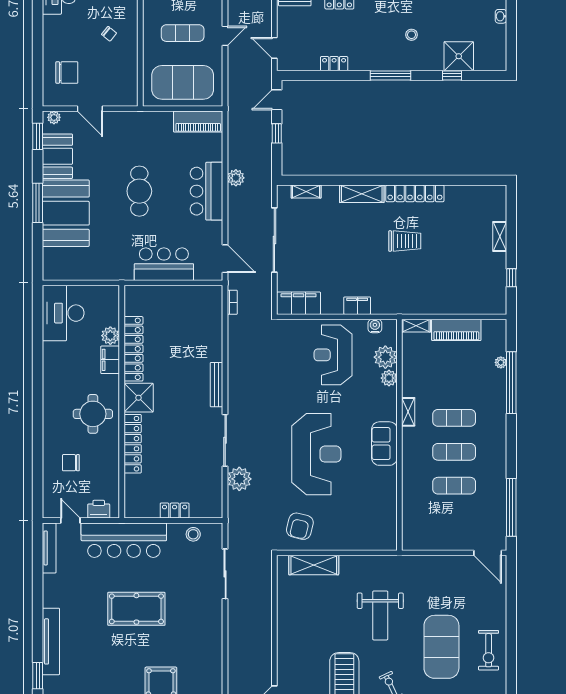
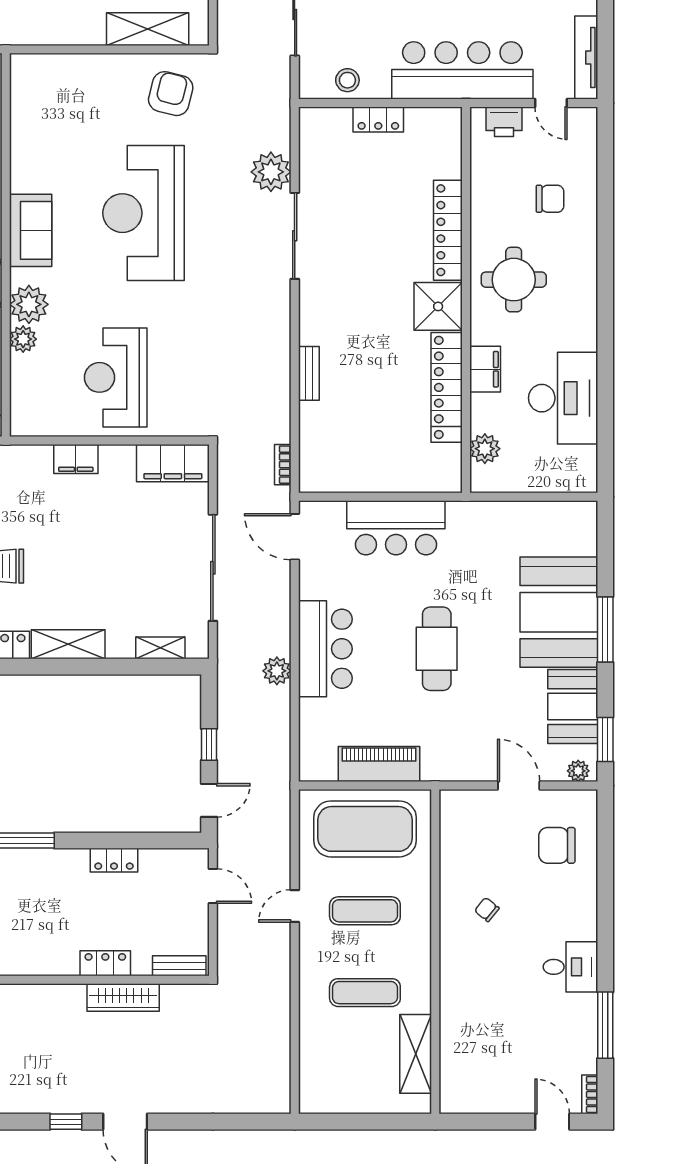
piano: (198, 122) -> (379, 764), moved
desk: (63, 313) -> (563, 398), moved
water cooler: (375, 326) -> (46, 425), removed
plant: (110, 336) -> (485, 449), moved
reception desk: (333, 355) -> (116, 377), turned 180
plant: (385, 357) -> (29, 304), moved
bench: (217, 385) -> (309, 373), moved, width x0.73

